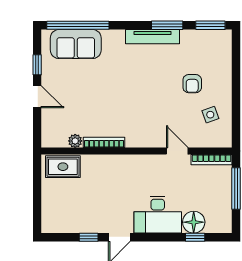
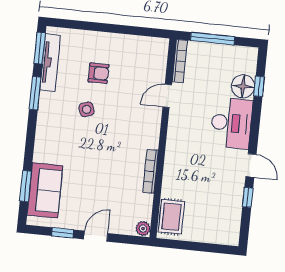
window: (78, 25) -> (26, 186), width x0.47
tv unit: (153, 37) -> (50, 62), moved
side table: (210, 115) -> (87, 109), moved
plant: (75, 141) -> (143, 229), moved

